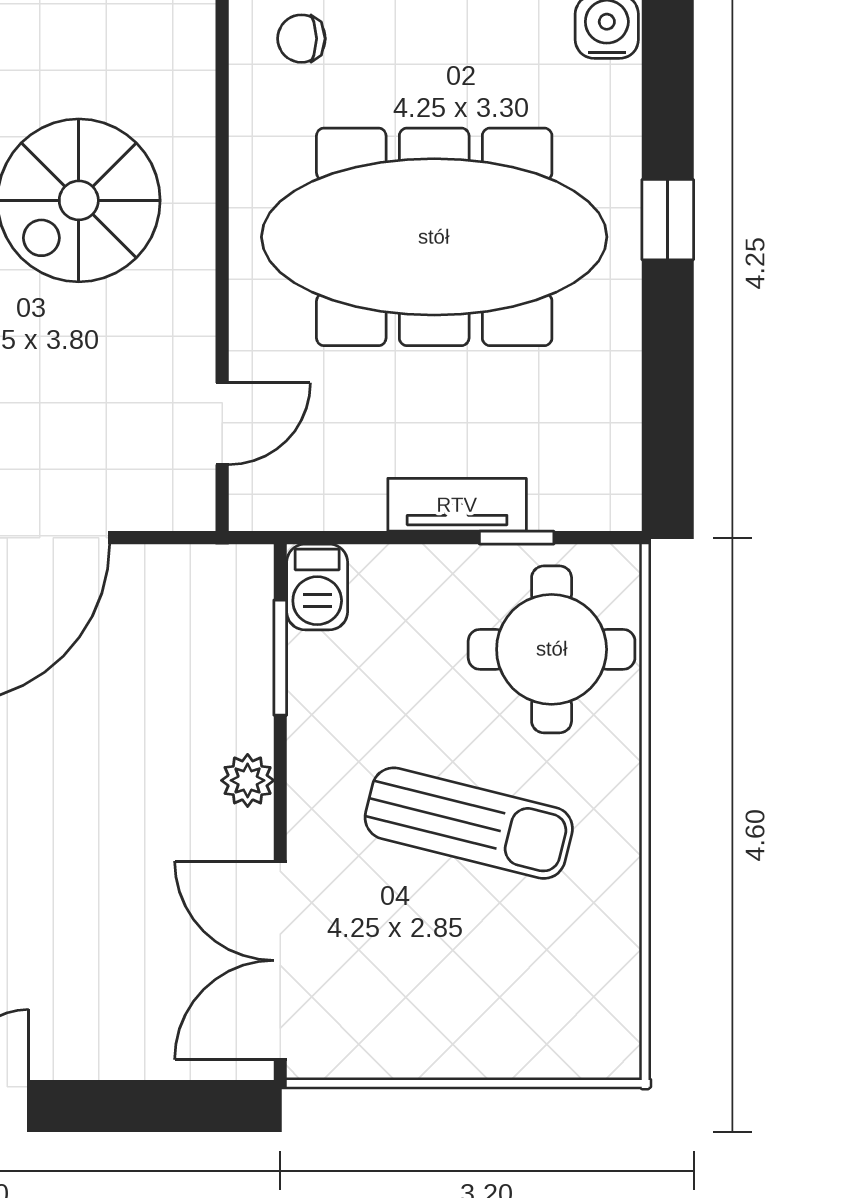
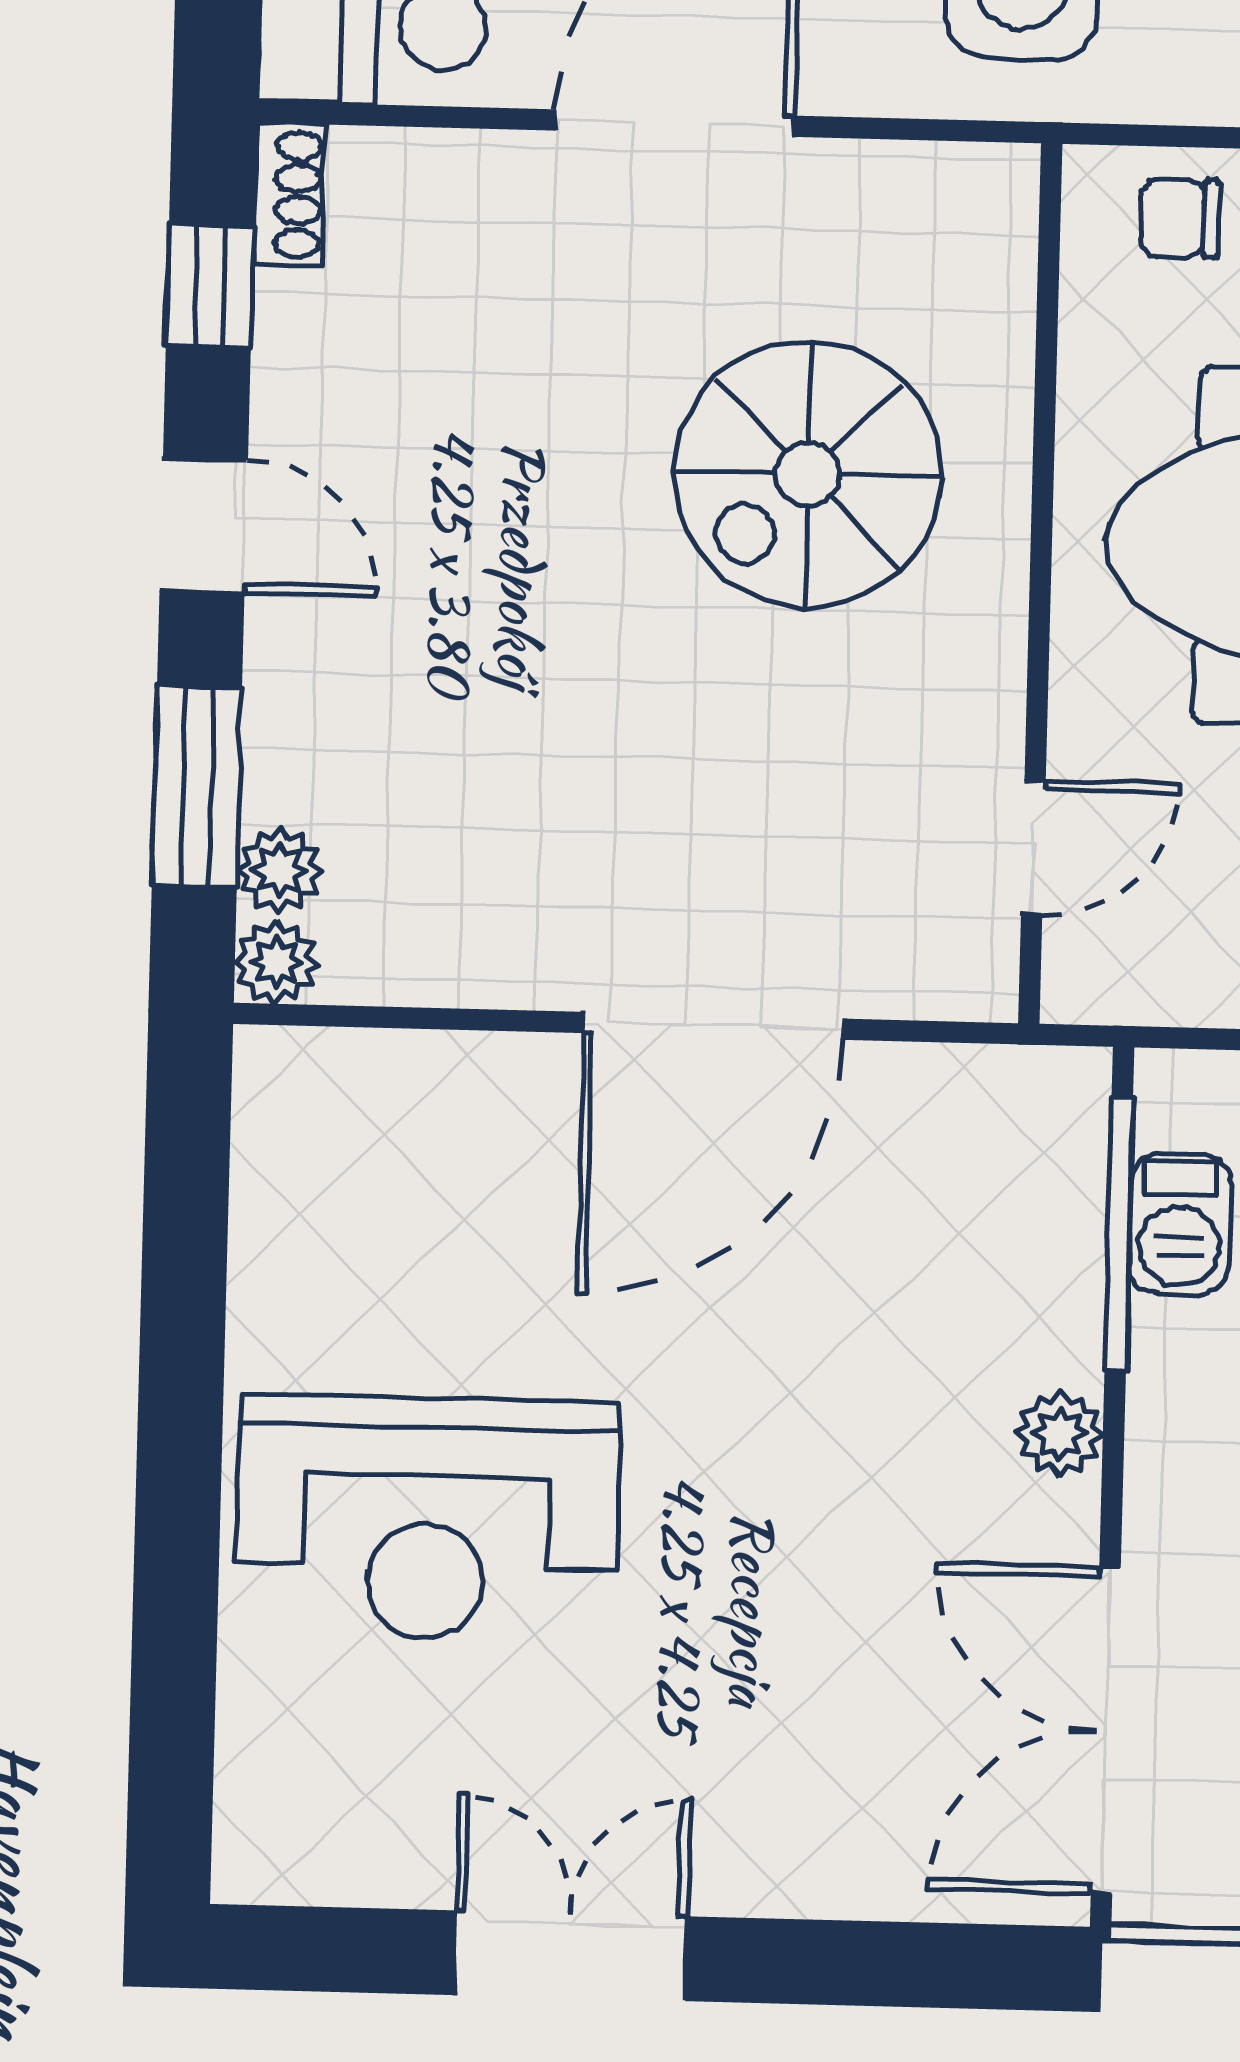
barbecue: (317, 587) -> (1180, 1224), moved
window: (280, 658) -> (1119, 1234), width x1.44

